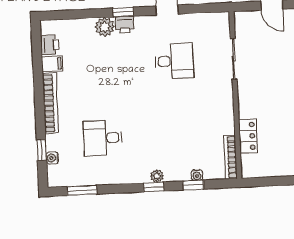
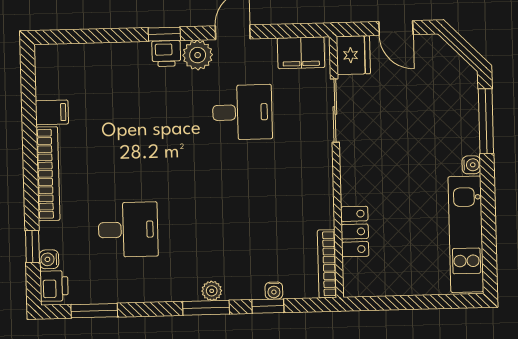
filing cabinet: (211, 22) -> (301, 53), added
fridge: (245, 23) -> (353, 55), added
plant: (105, 27) -> (198, 55), moved
printer: (50, 45) -> (54, 286), moved
desk: (103, 138) -> (128, 230), turned 180
window: (154, 187) -> (206, 308), width x1.50

